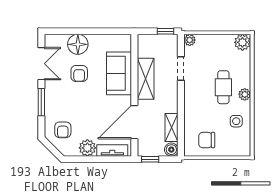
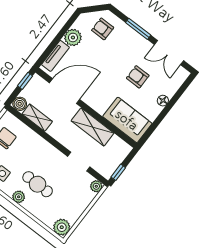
floor lamp: (78, 44) -> (163, 101), width x0.53, depth x0.53
sofa: (119, 73) -> (127, 120), moved
door: (134, 122) -> (65, 91), hinge flipped

